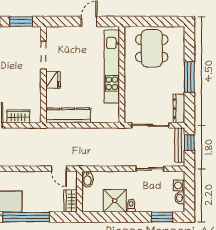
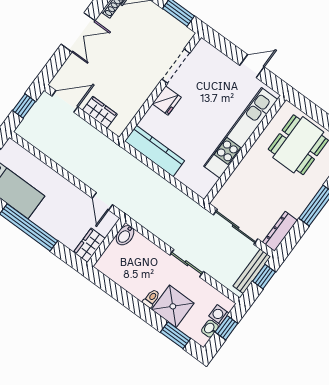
sliding door: (150, 169) -> (187, 263), moved
window: (189, 190) -> (226, 328), added
shower: (115, 201) -> (173, 306), moved

